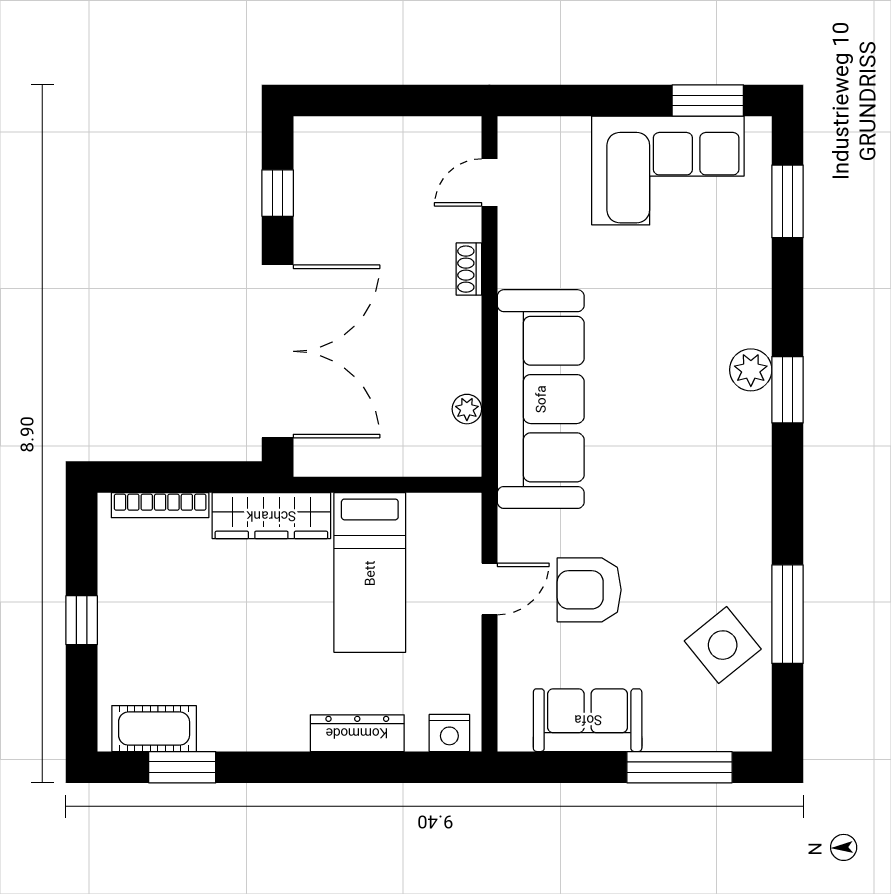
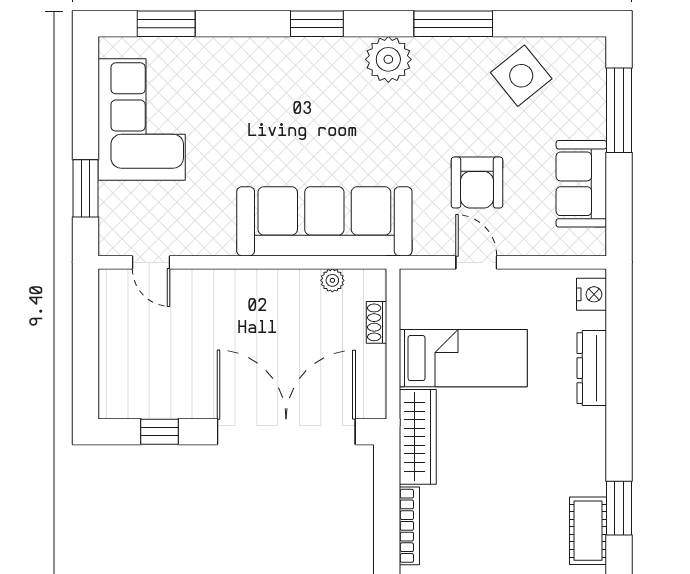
window: (708, 100) -> (85, 188), moved
shoe rack: (469, 269) -> (377, 322), moved, turned 90
plant: (751, 370) -> (388, 59), moved, width x1.36, depth x1.36
window: (788, 614) -> (453, 24), moved

